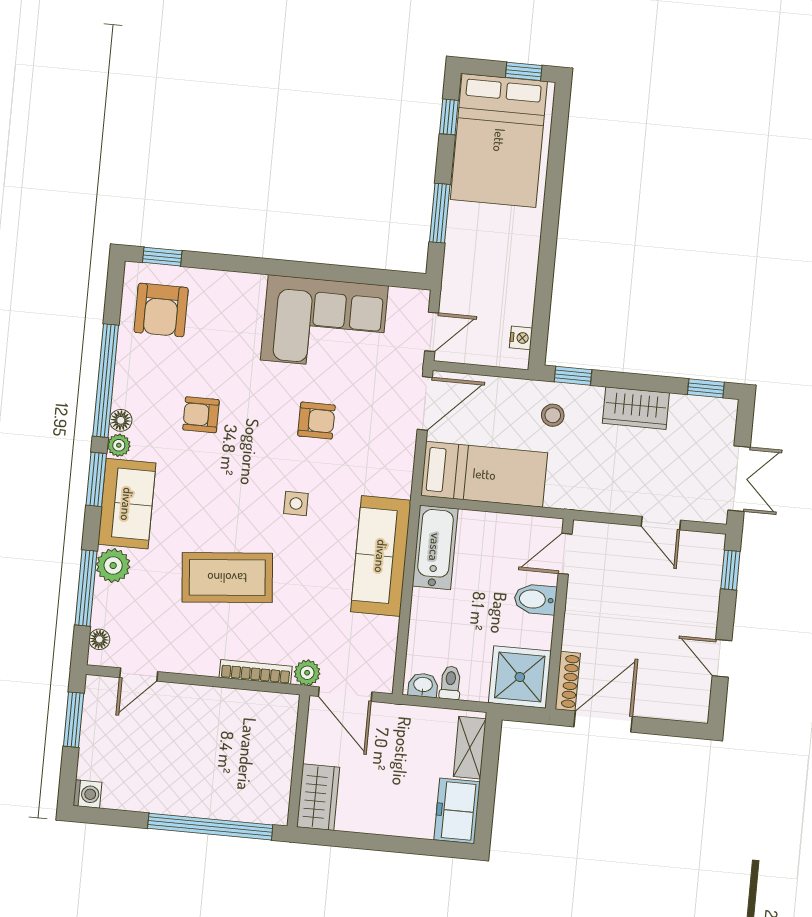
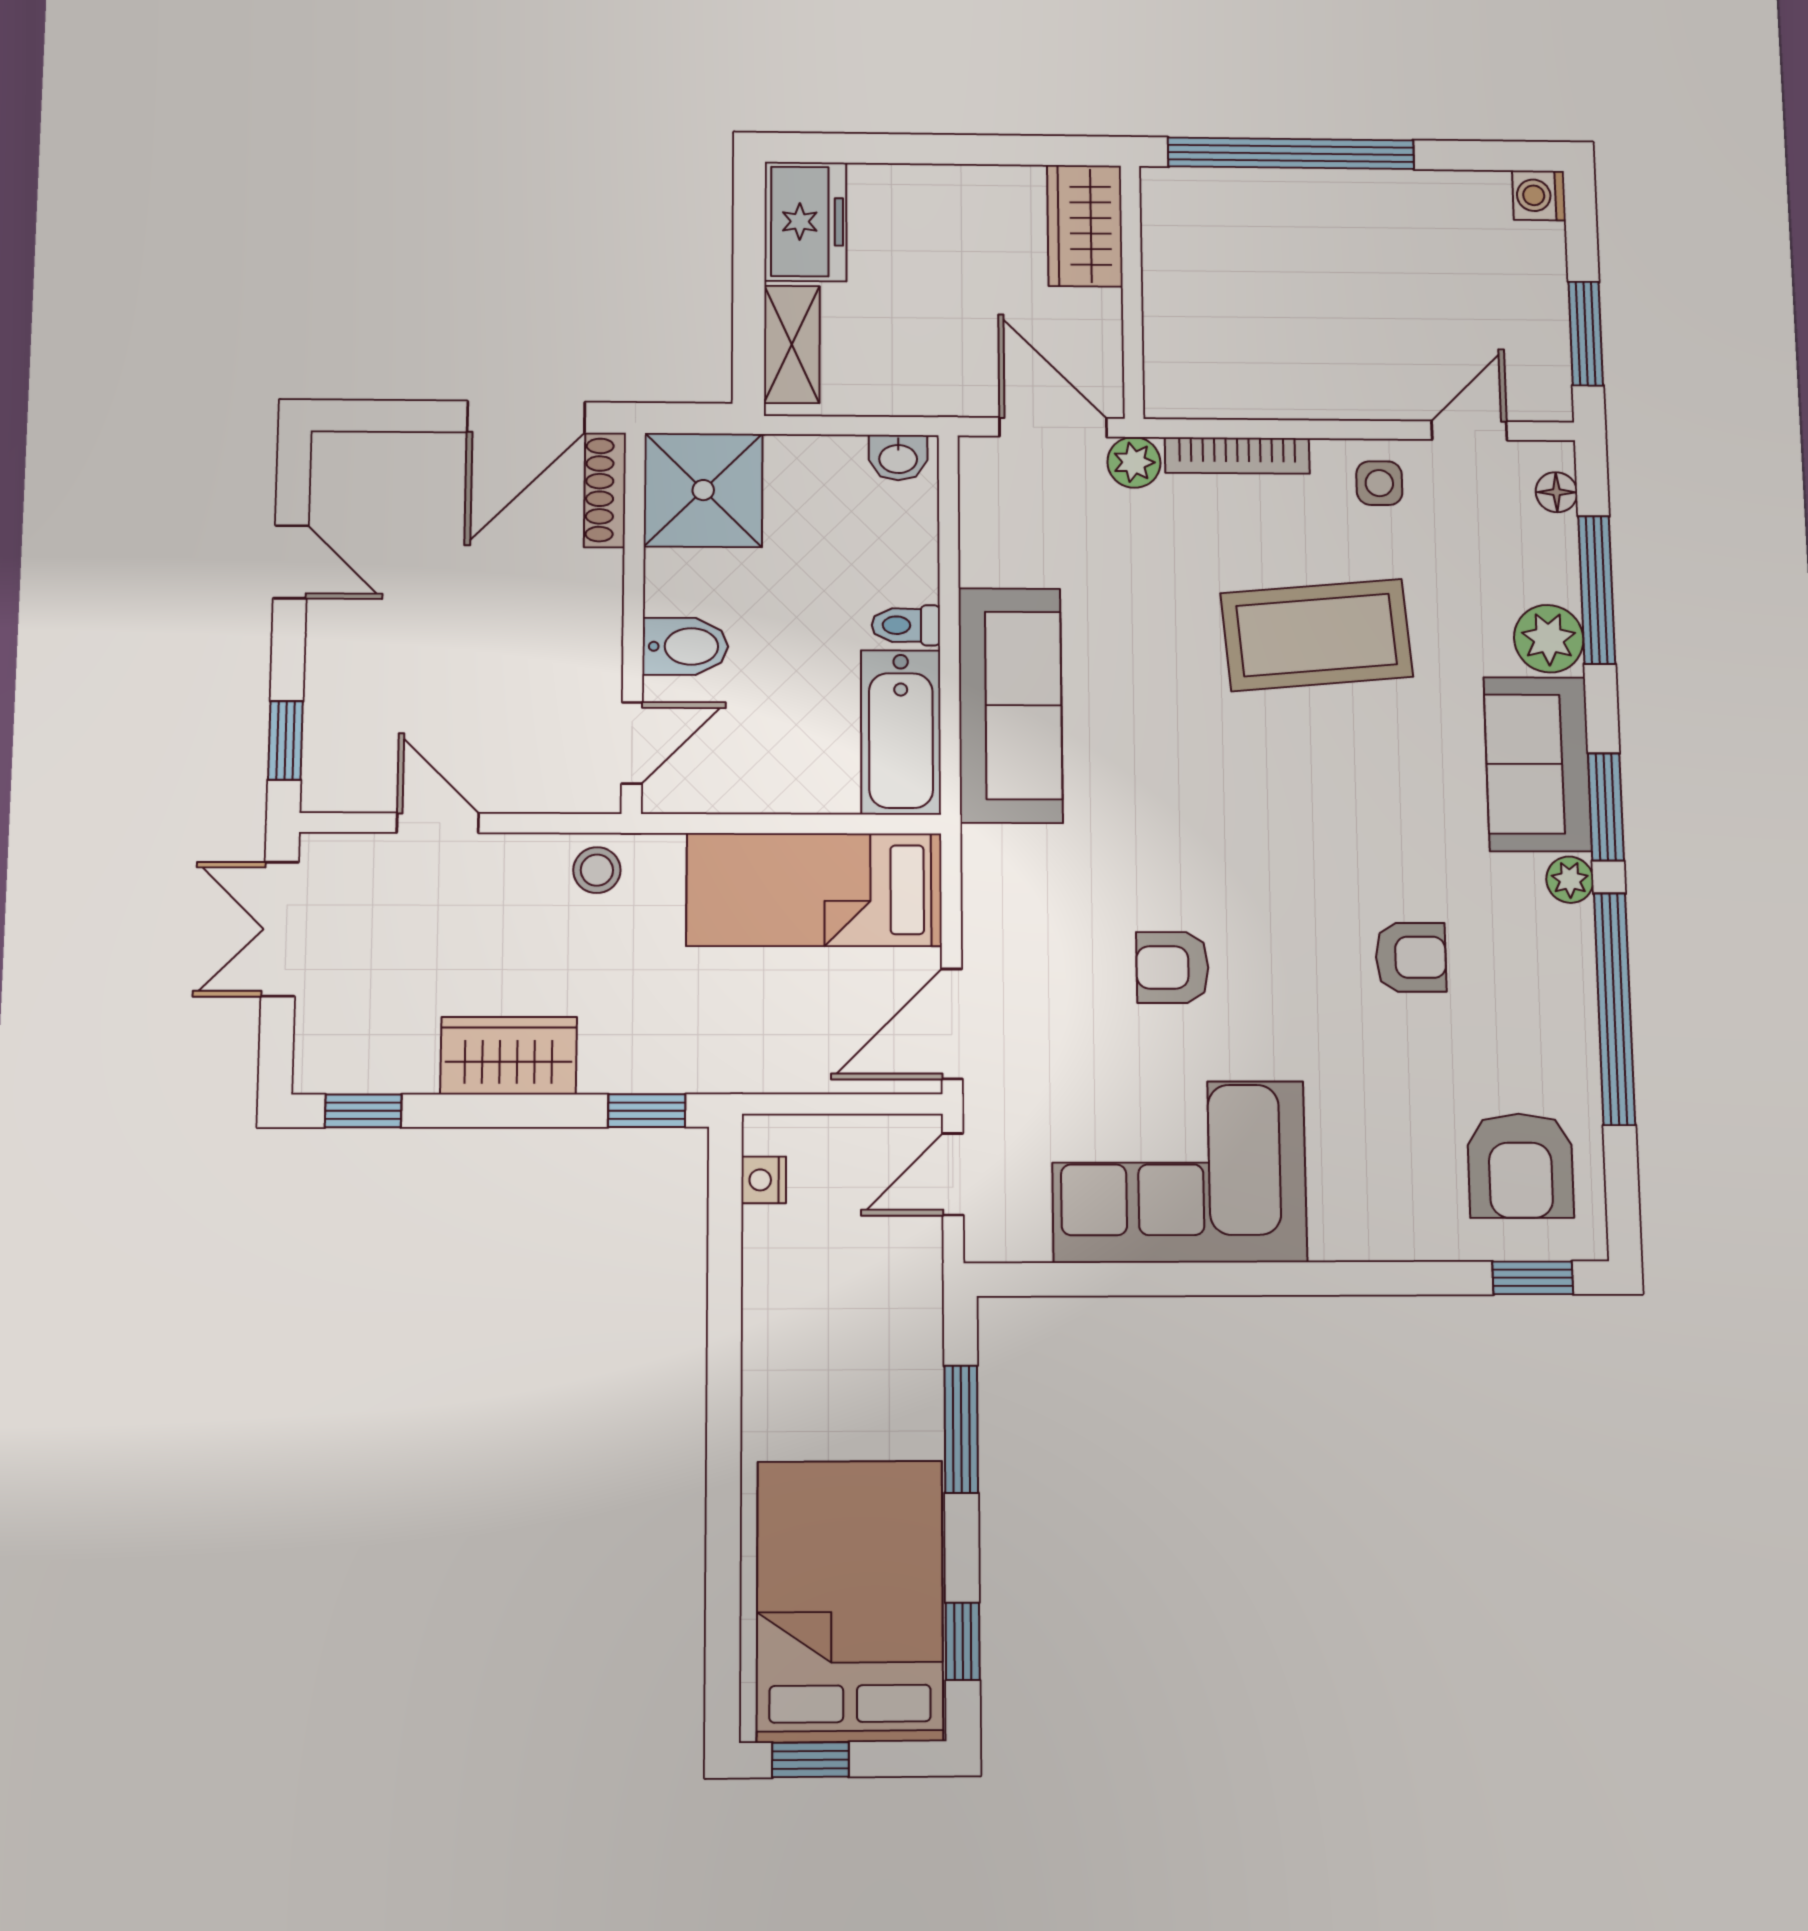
armchair: (161, 310) -> (1520, 1166), turned 180
stool: (553, 415) -> (597, 870), moved
floor lamp: (121, 420) -> (1573, 931), removed
side table: (296, 503) -> (1379, 483), moved
toilet: (450, 683) -> (906, 625), moved, turned 90

